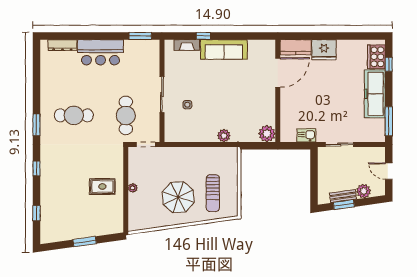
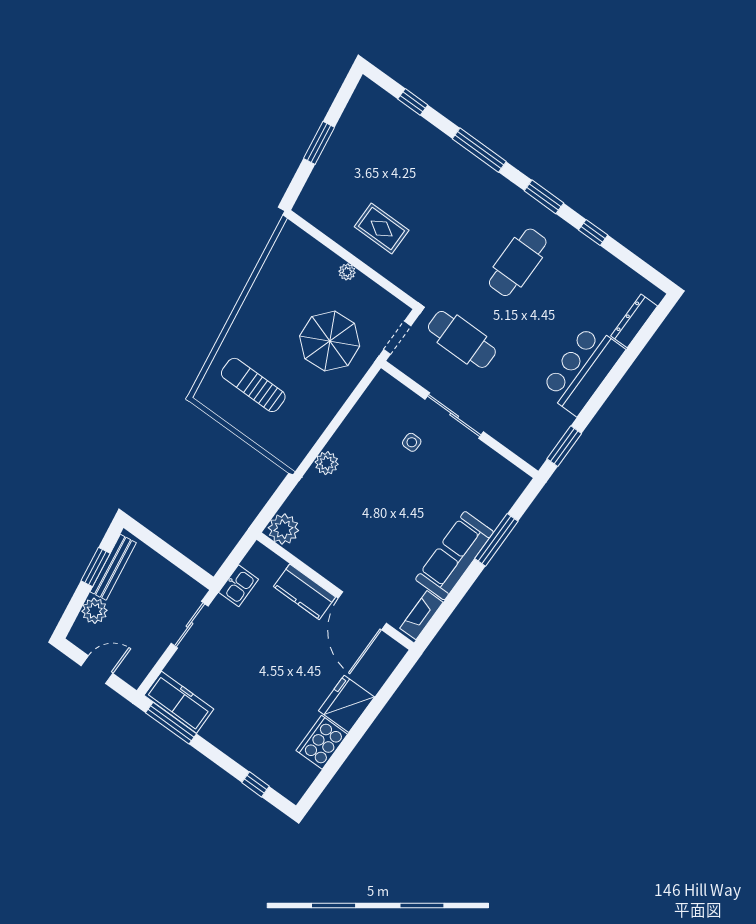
window: (203, 36) -> (496, 540), width x2.17
fireplace: (187, 45) -> (421, 615), moved
kitchen counter: (296, 47) -> (304, 592), moved, turned -90
cooker: (376, 57) -> (322, 742), moved, turned -90
window: (36, 92) -> (593, 233), added
freezer: (375, 94) -> (179, 702), moved, width x0.73, depth x0.79
window: (36, 168) -> (479, 150), width x2.17
rug: (102, 186) -> (382, 229), turned 90
bench: (343, 196) -> (113, 567), width x1.36
parasol: (178, 197) -> (330, 341), moved

